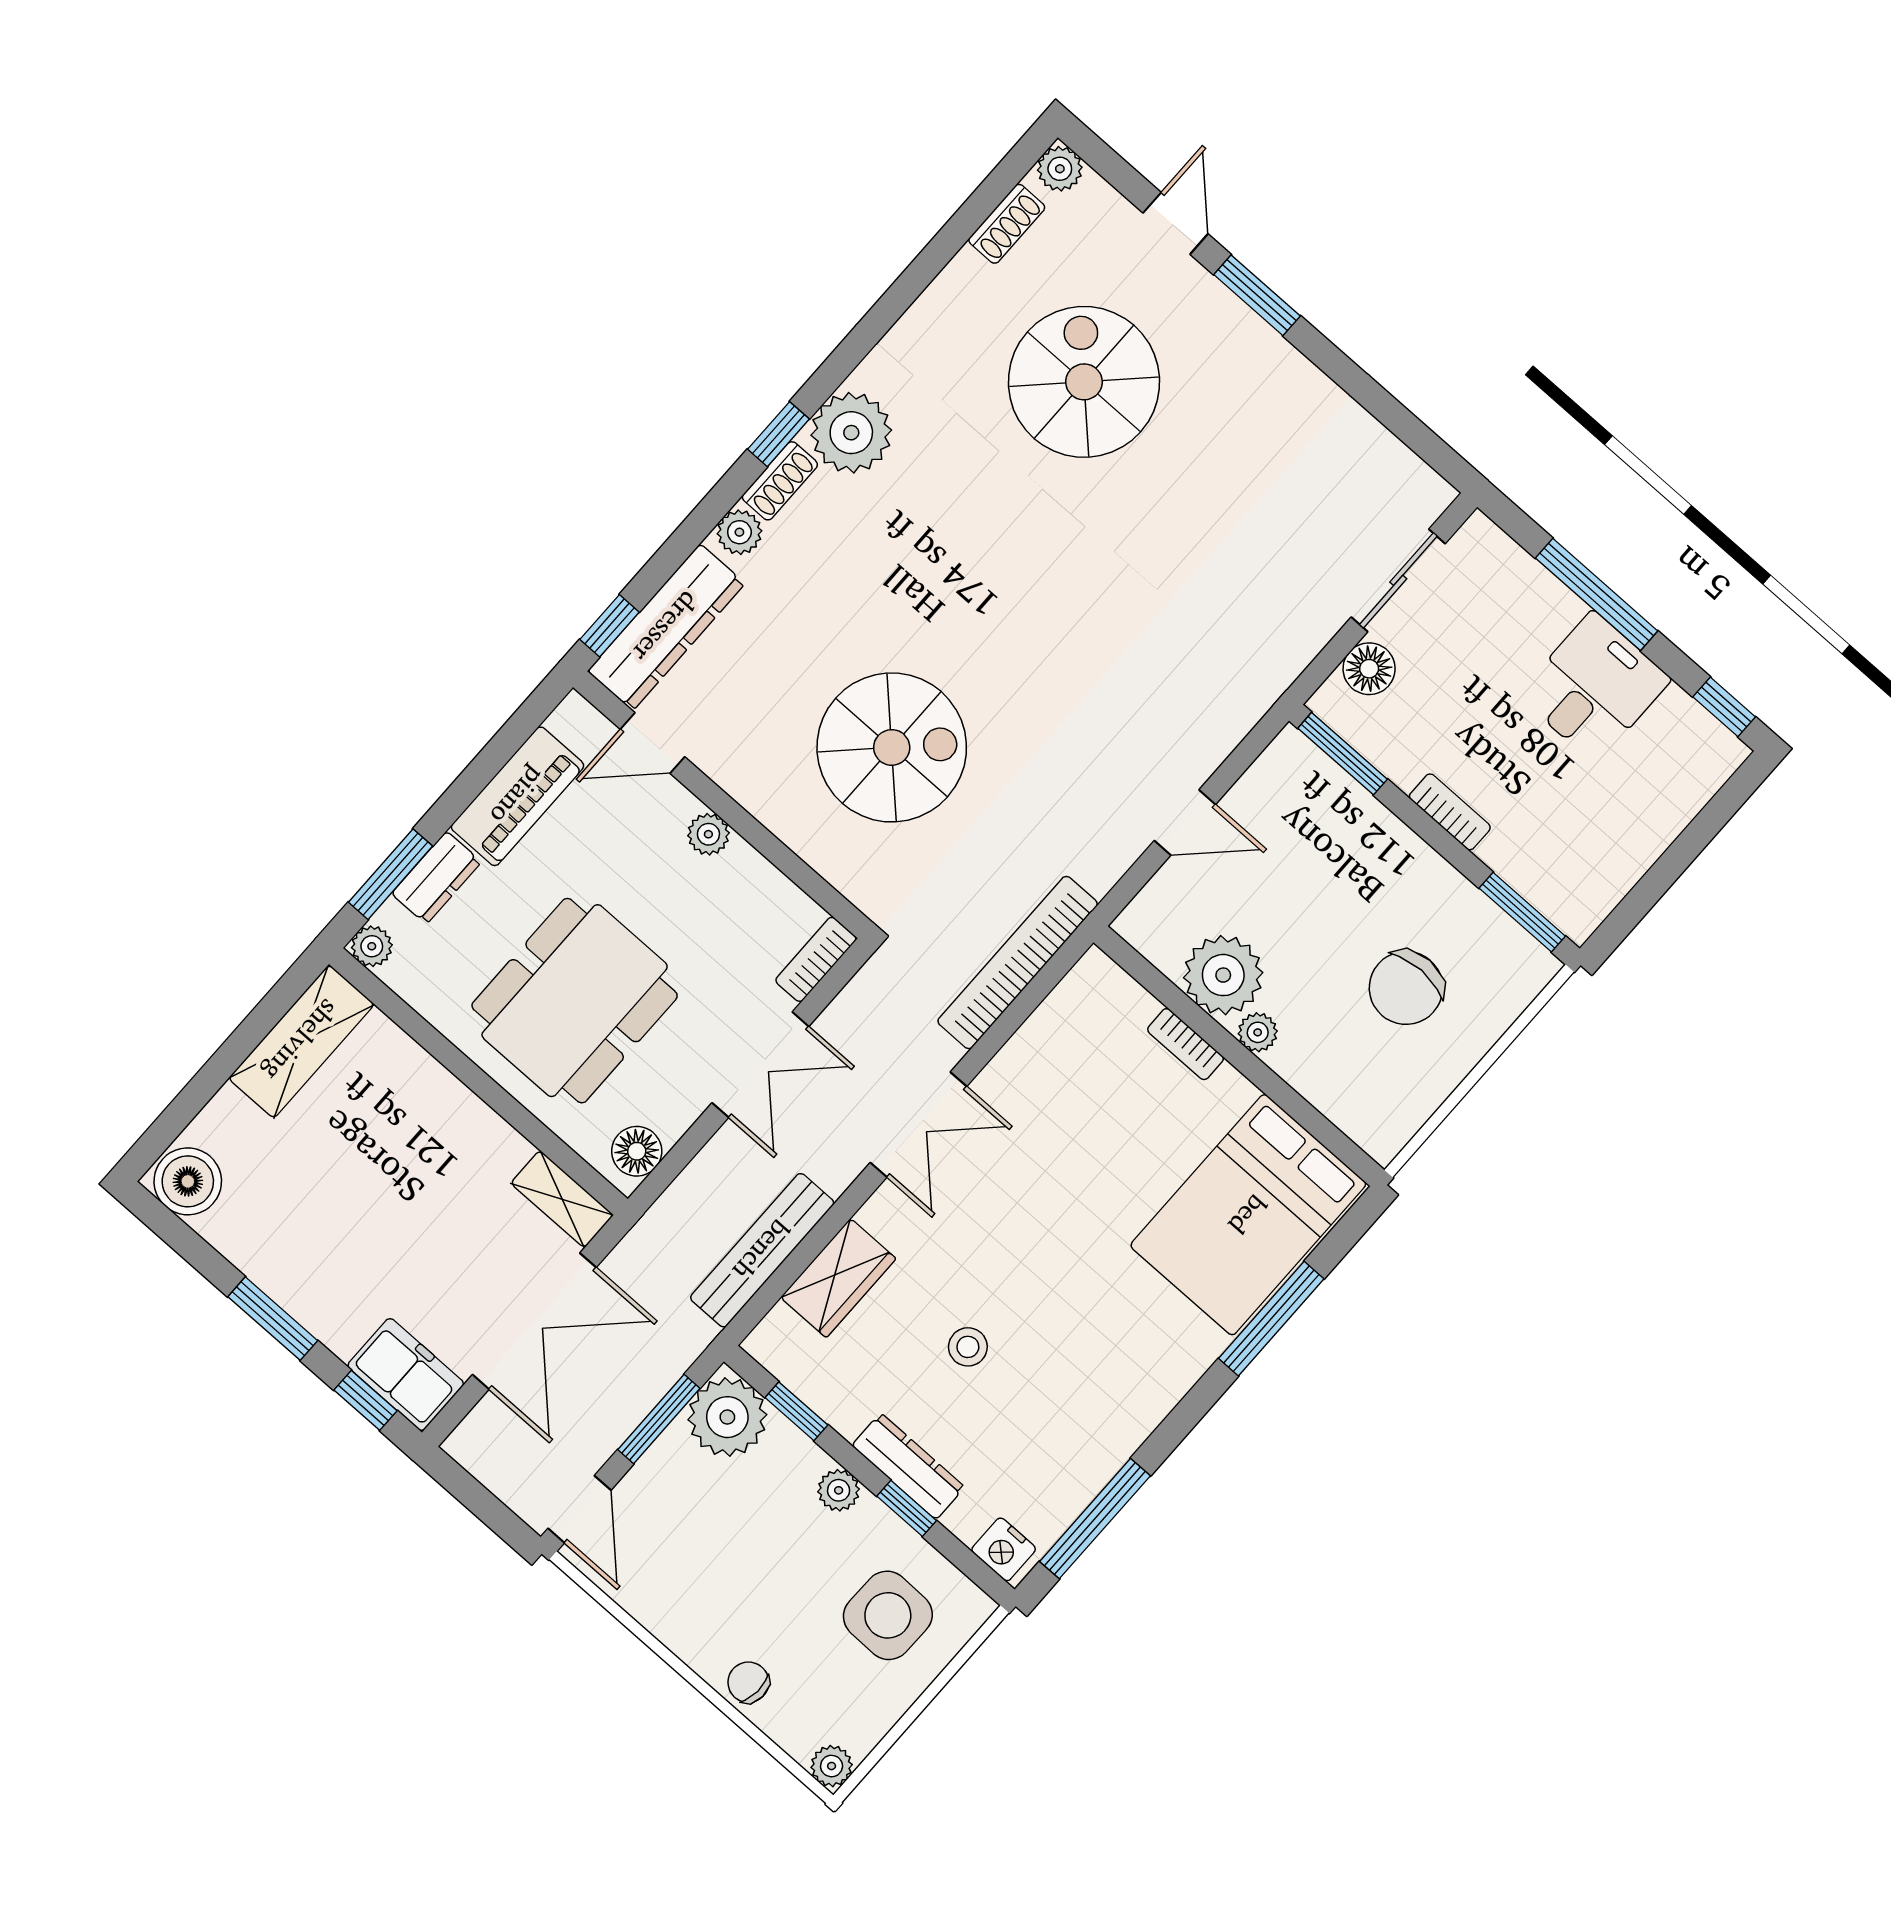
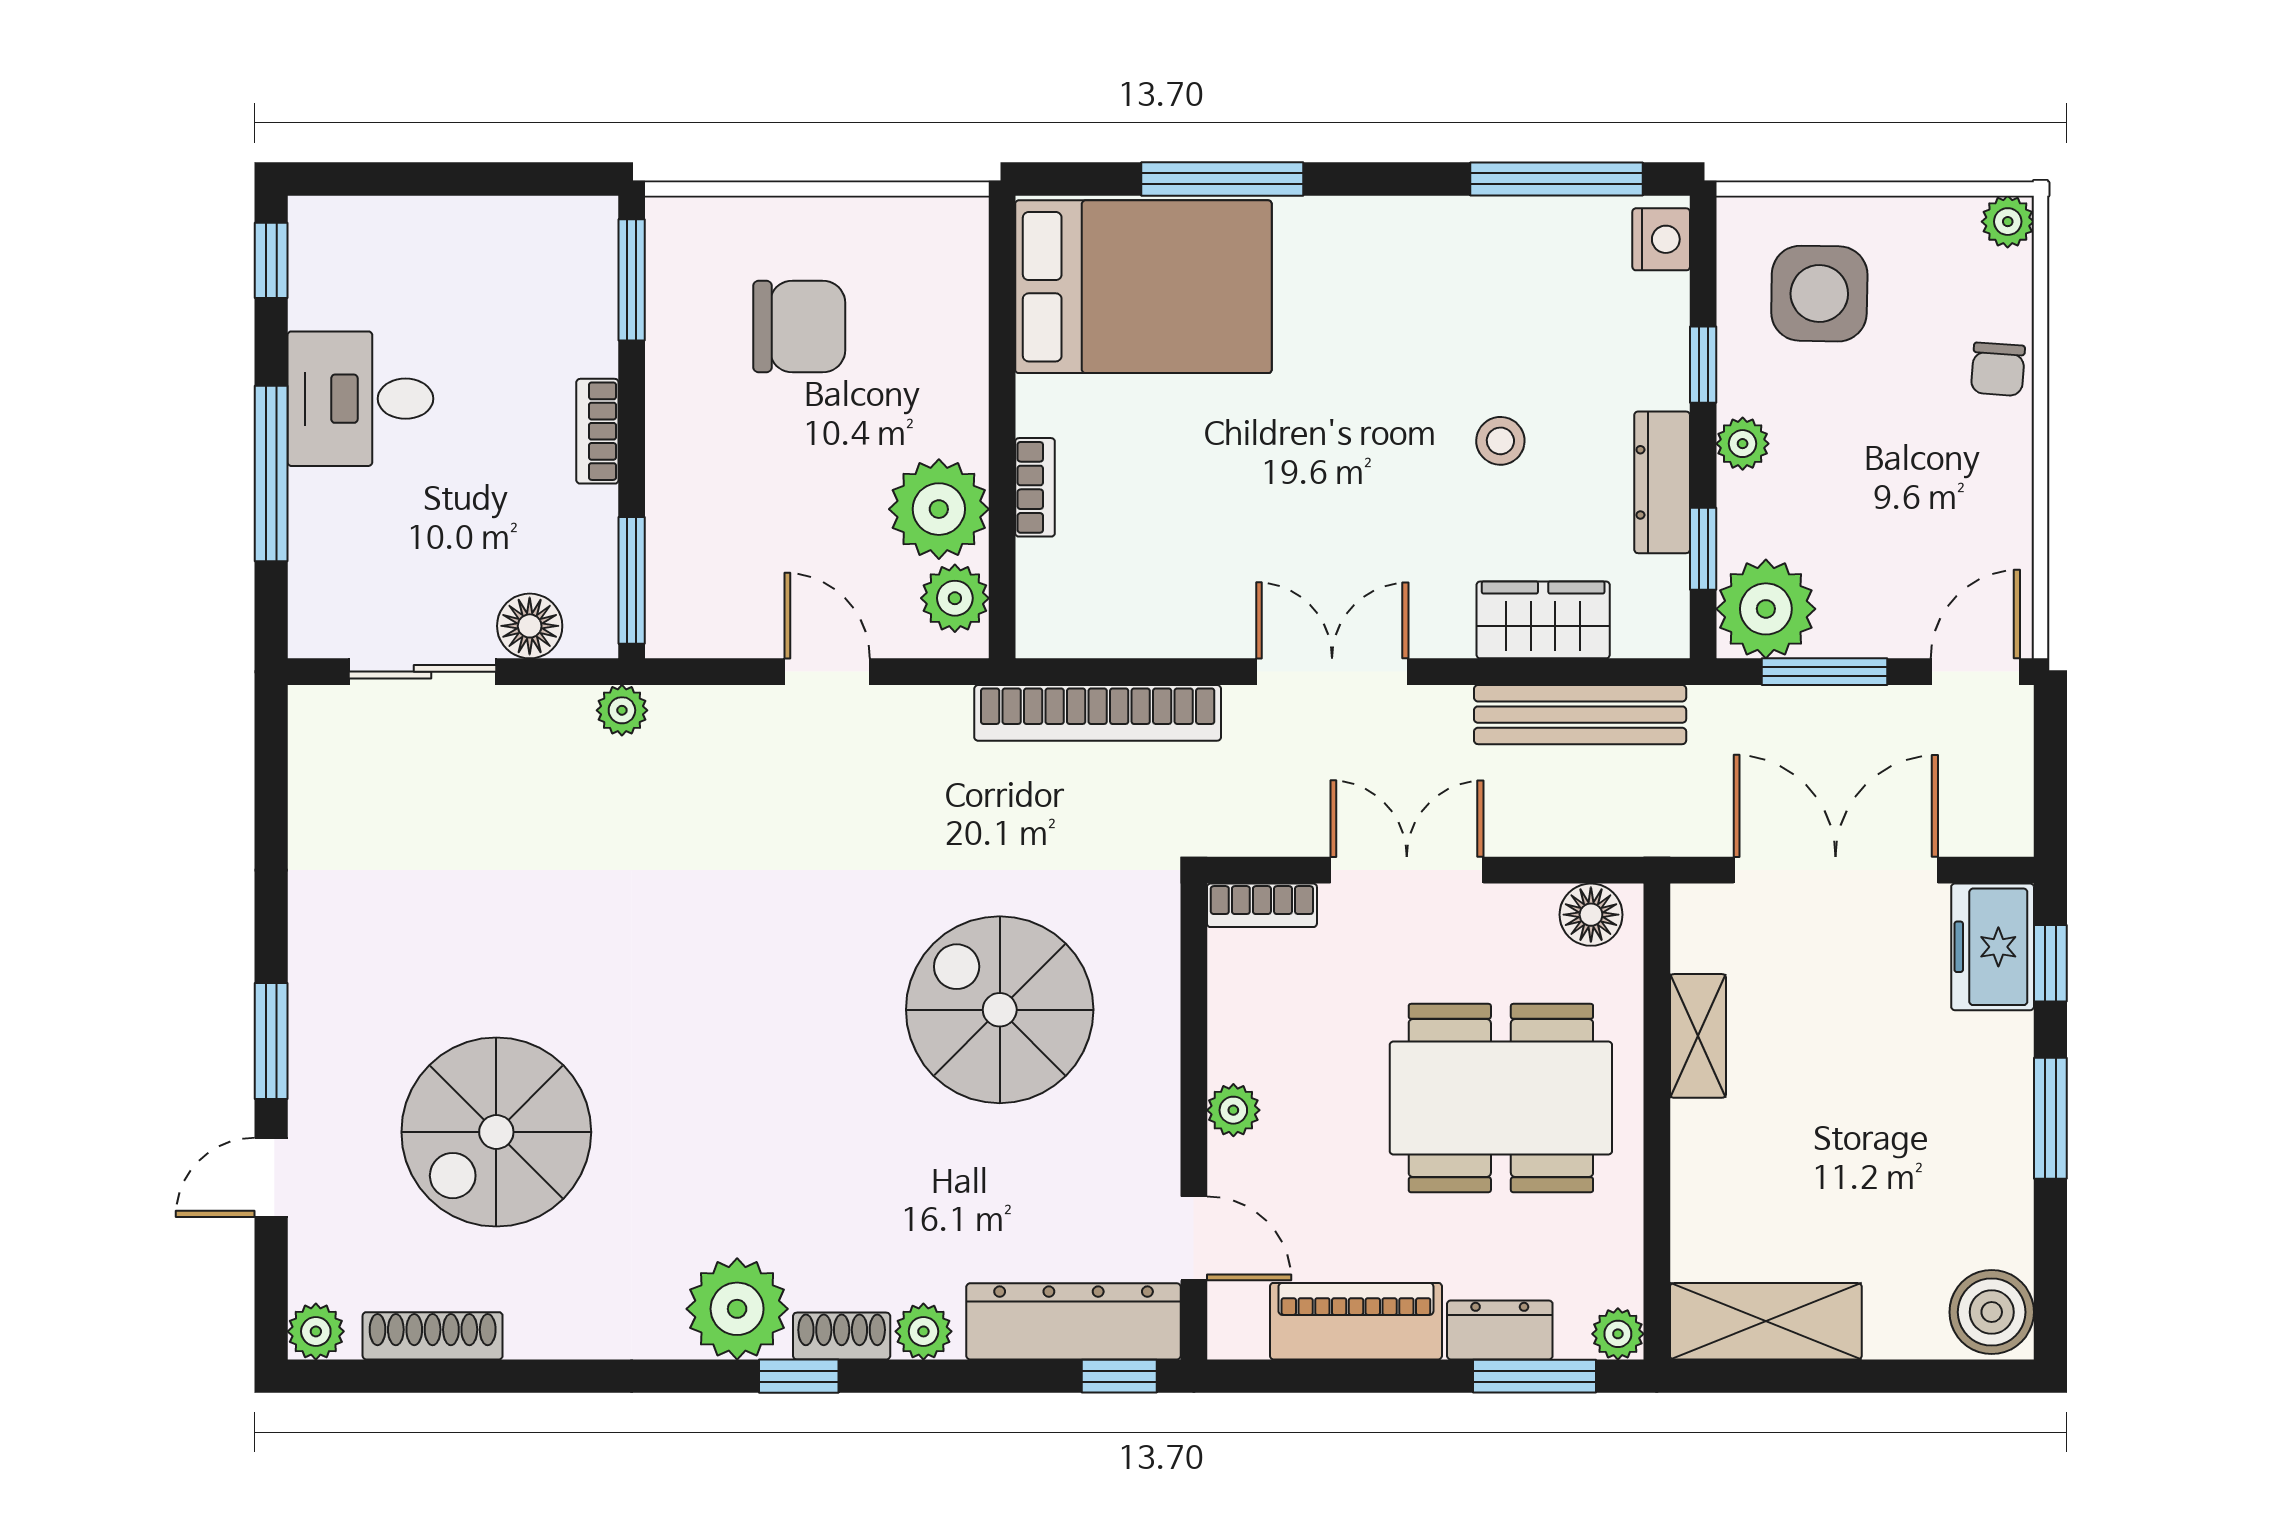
shoe rack: (1007, 224) -> (433, 1336), width x1.43
plant: (1270, 679) -> (622, 710), added
plant: (1258, 1032) -> (955, 598), moved, width x1.38, depth x1.38
shelving: (562, 1199) -> (1698, 1036), moved
dresser: (908, 1466) -> (1662, 482), moved

